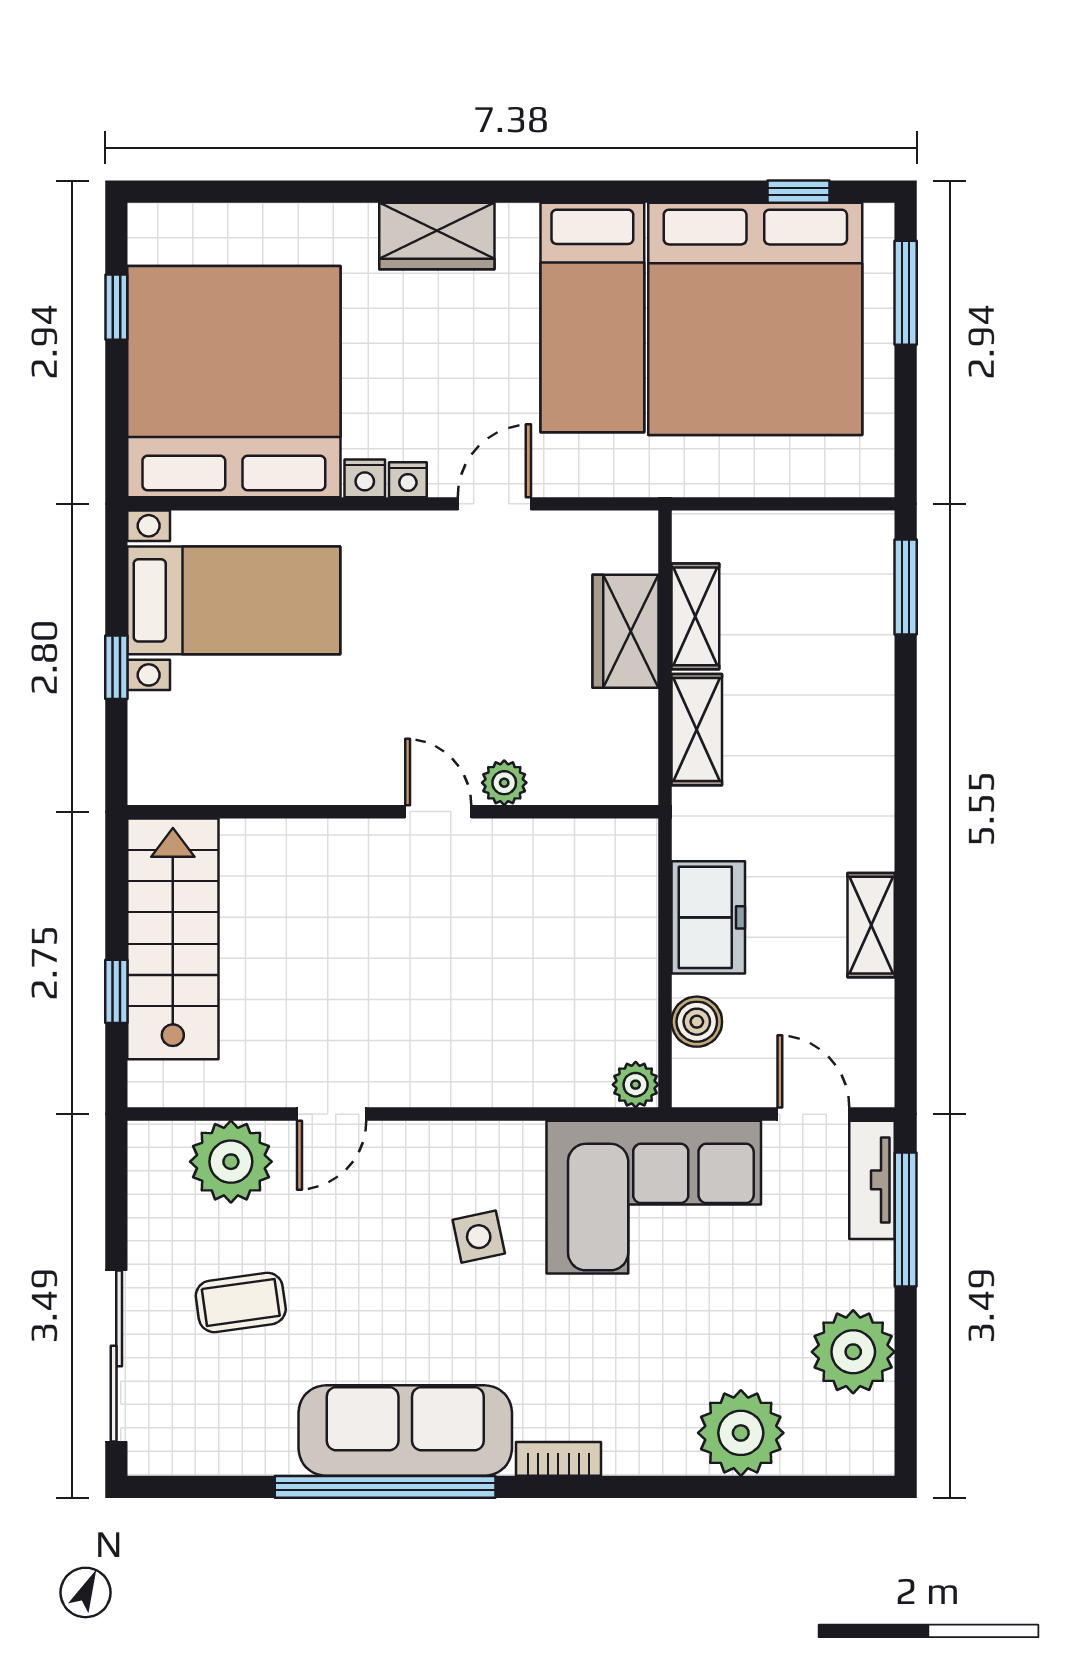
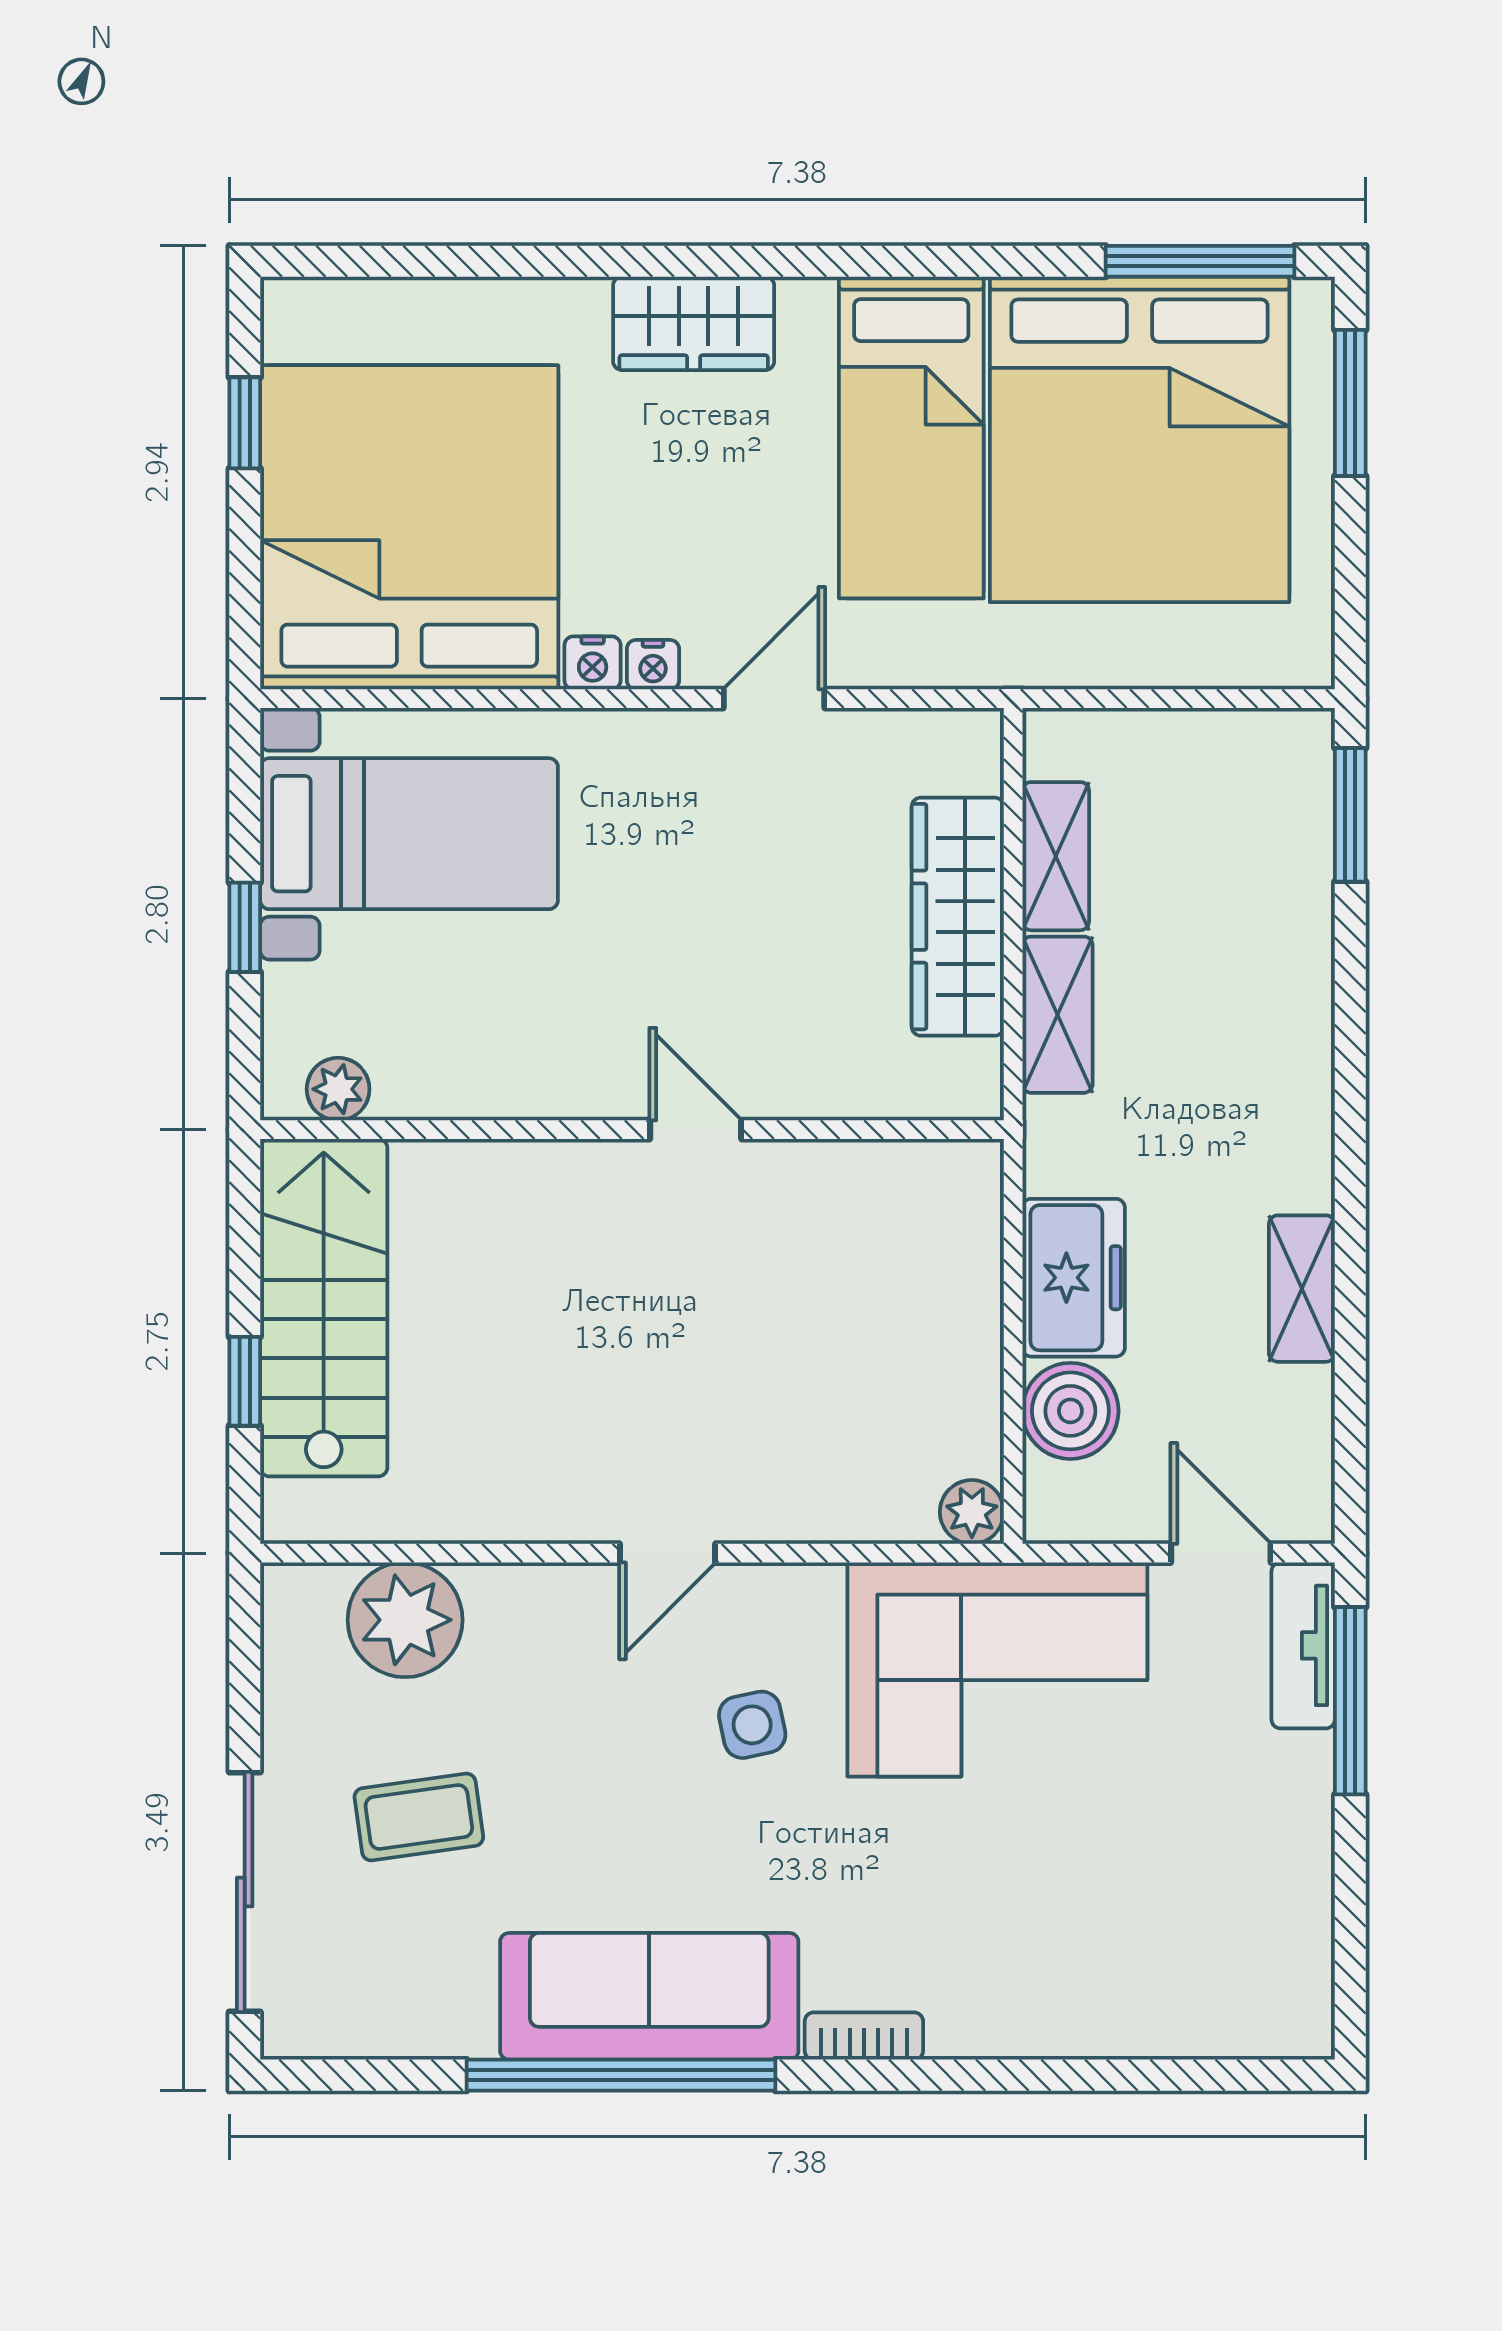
window: (799, 192) -> (1200, 261), width x2.17
wardrobe: (626, 631) -> (958, 917), width x1.50
plant: (504, 783) -> (338, 1089), moved
boiler: (697, 1022) -> (1070, 1411), width x1.36, depth x1.36
door: (332, 1114) -> (667, 1553), moved
plant: (853, 1352) -> (1277, 1886), removed
plant: (741, 1433) -> (1119, 2000), removed

